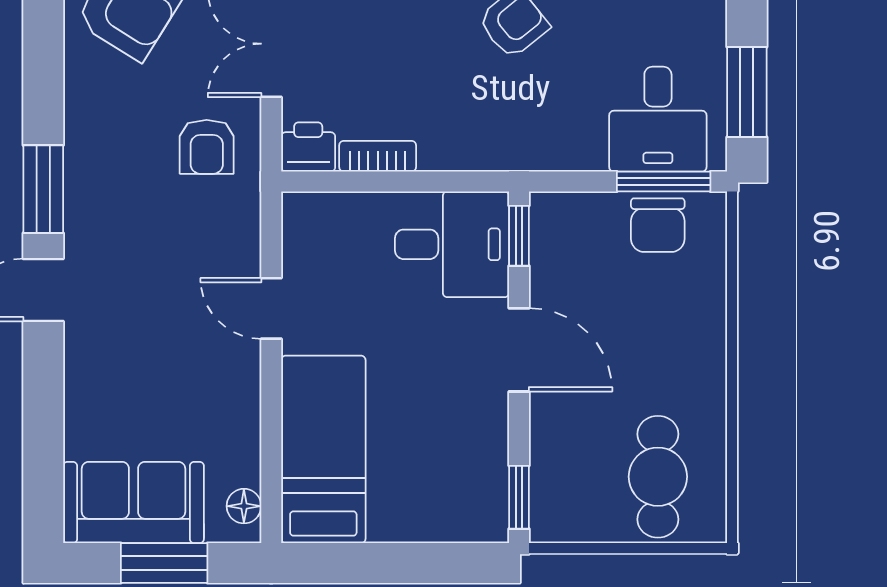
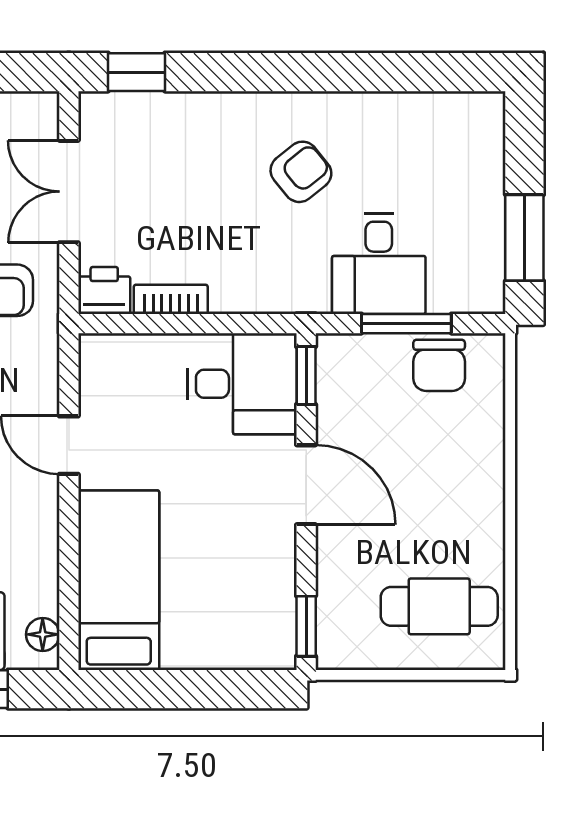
desk: (658, 119) -> (379, 264), moved
window: (664, 182) -> (406, 324), moved
cafe table: (658, 477) -> (439, 606), turned 90

